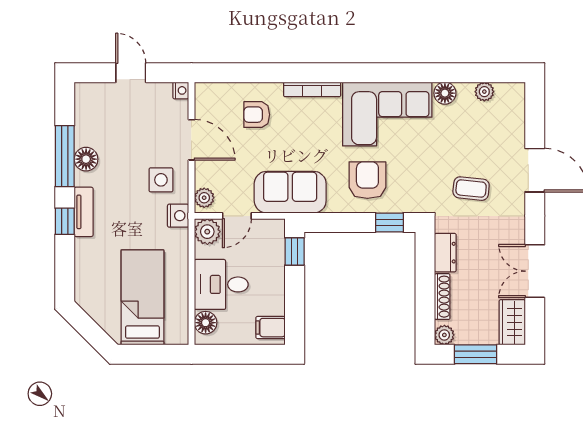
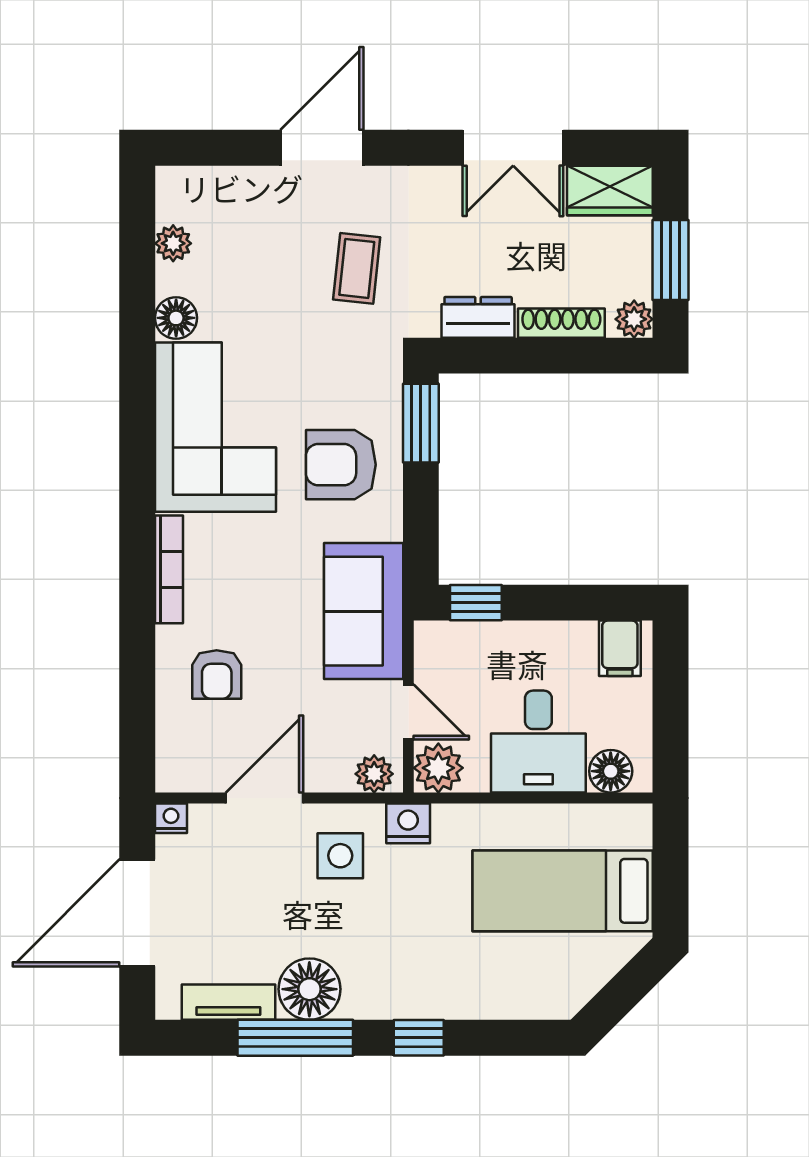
door: (131, 73) -> (137, 913), width x1.88
floor lamp: (86, 159) -> (309, 989), width x1.38, depth x1.38
tv unit: (84, 212) -> (228, 1002), moved
window: (389, 222) -> (421, 423), width x1.50

